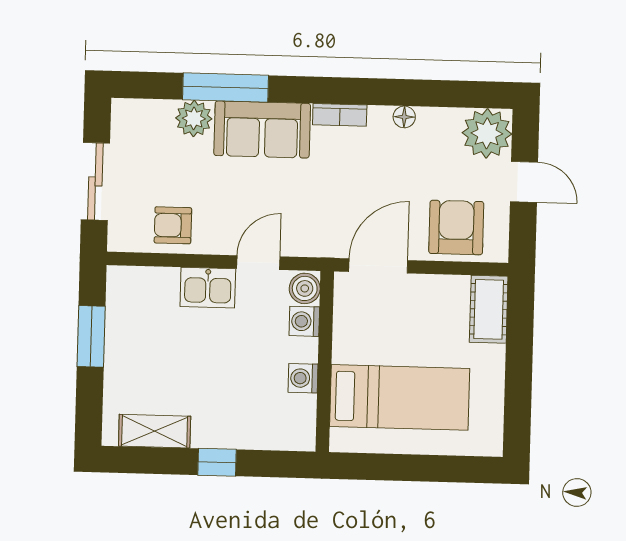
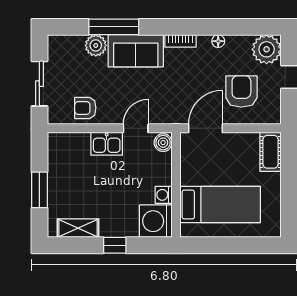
armchair: (456, 227) -> (241, 91), moved
washing machine: (304, 321) -> (156, 221), moved, width x1.89, depth x1.89
window: (91, 336) -> (39, 190), moved

